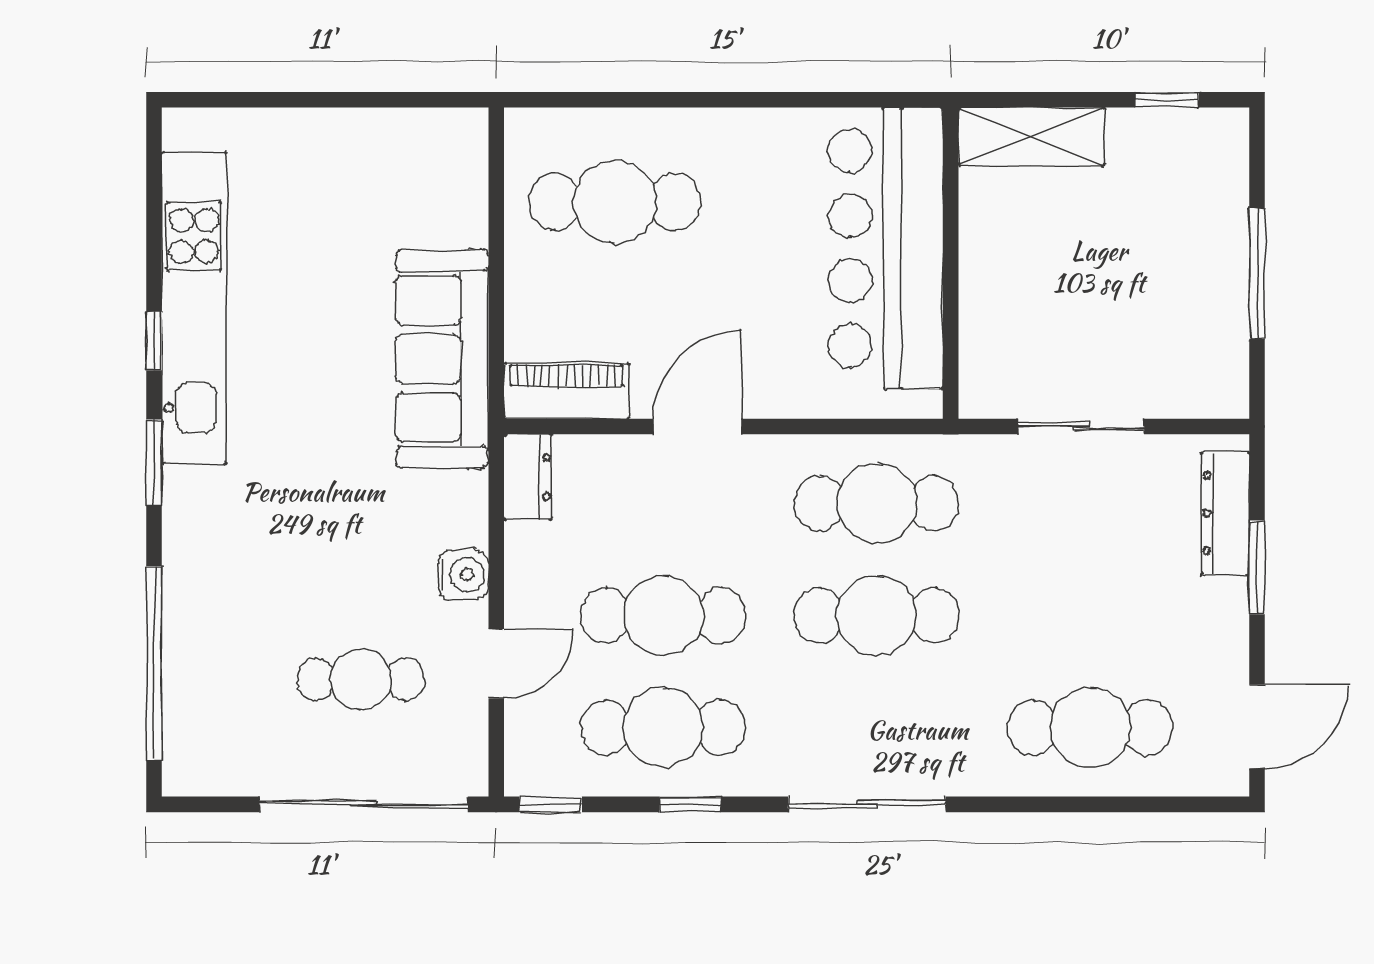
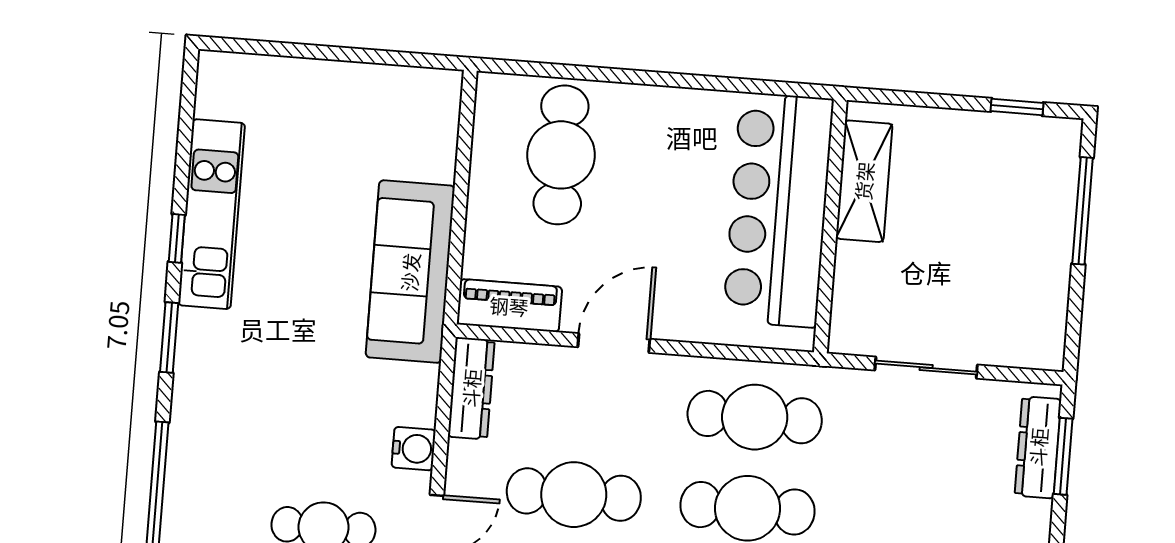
shelving: (1031, 137) -> (864, 181), moved, turned 90
cafe table: (615, 202) -> (561, 155), turned 90
window: (1257, 273) -> (1083, 211), moved
kitchen unit: (194, 308) -> (211, 214), width x0.73
dresser: (528, 477) -> (471, 388), width x1.44
window: (1257, 567) -> (1063, 456), moved

